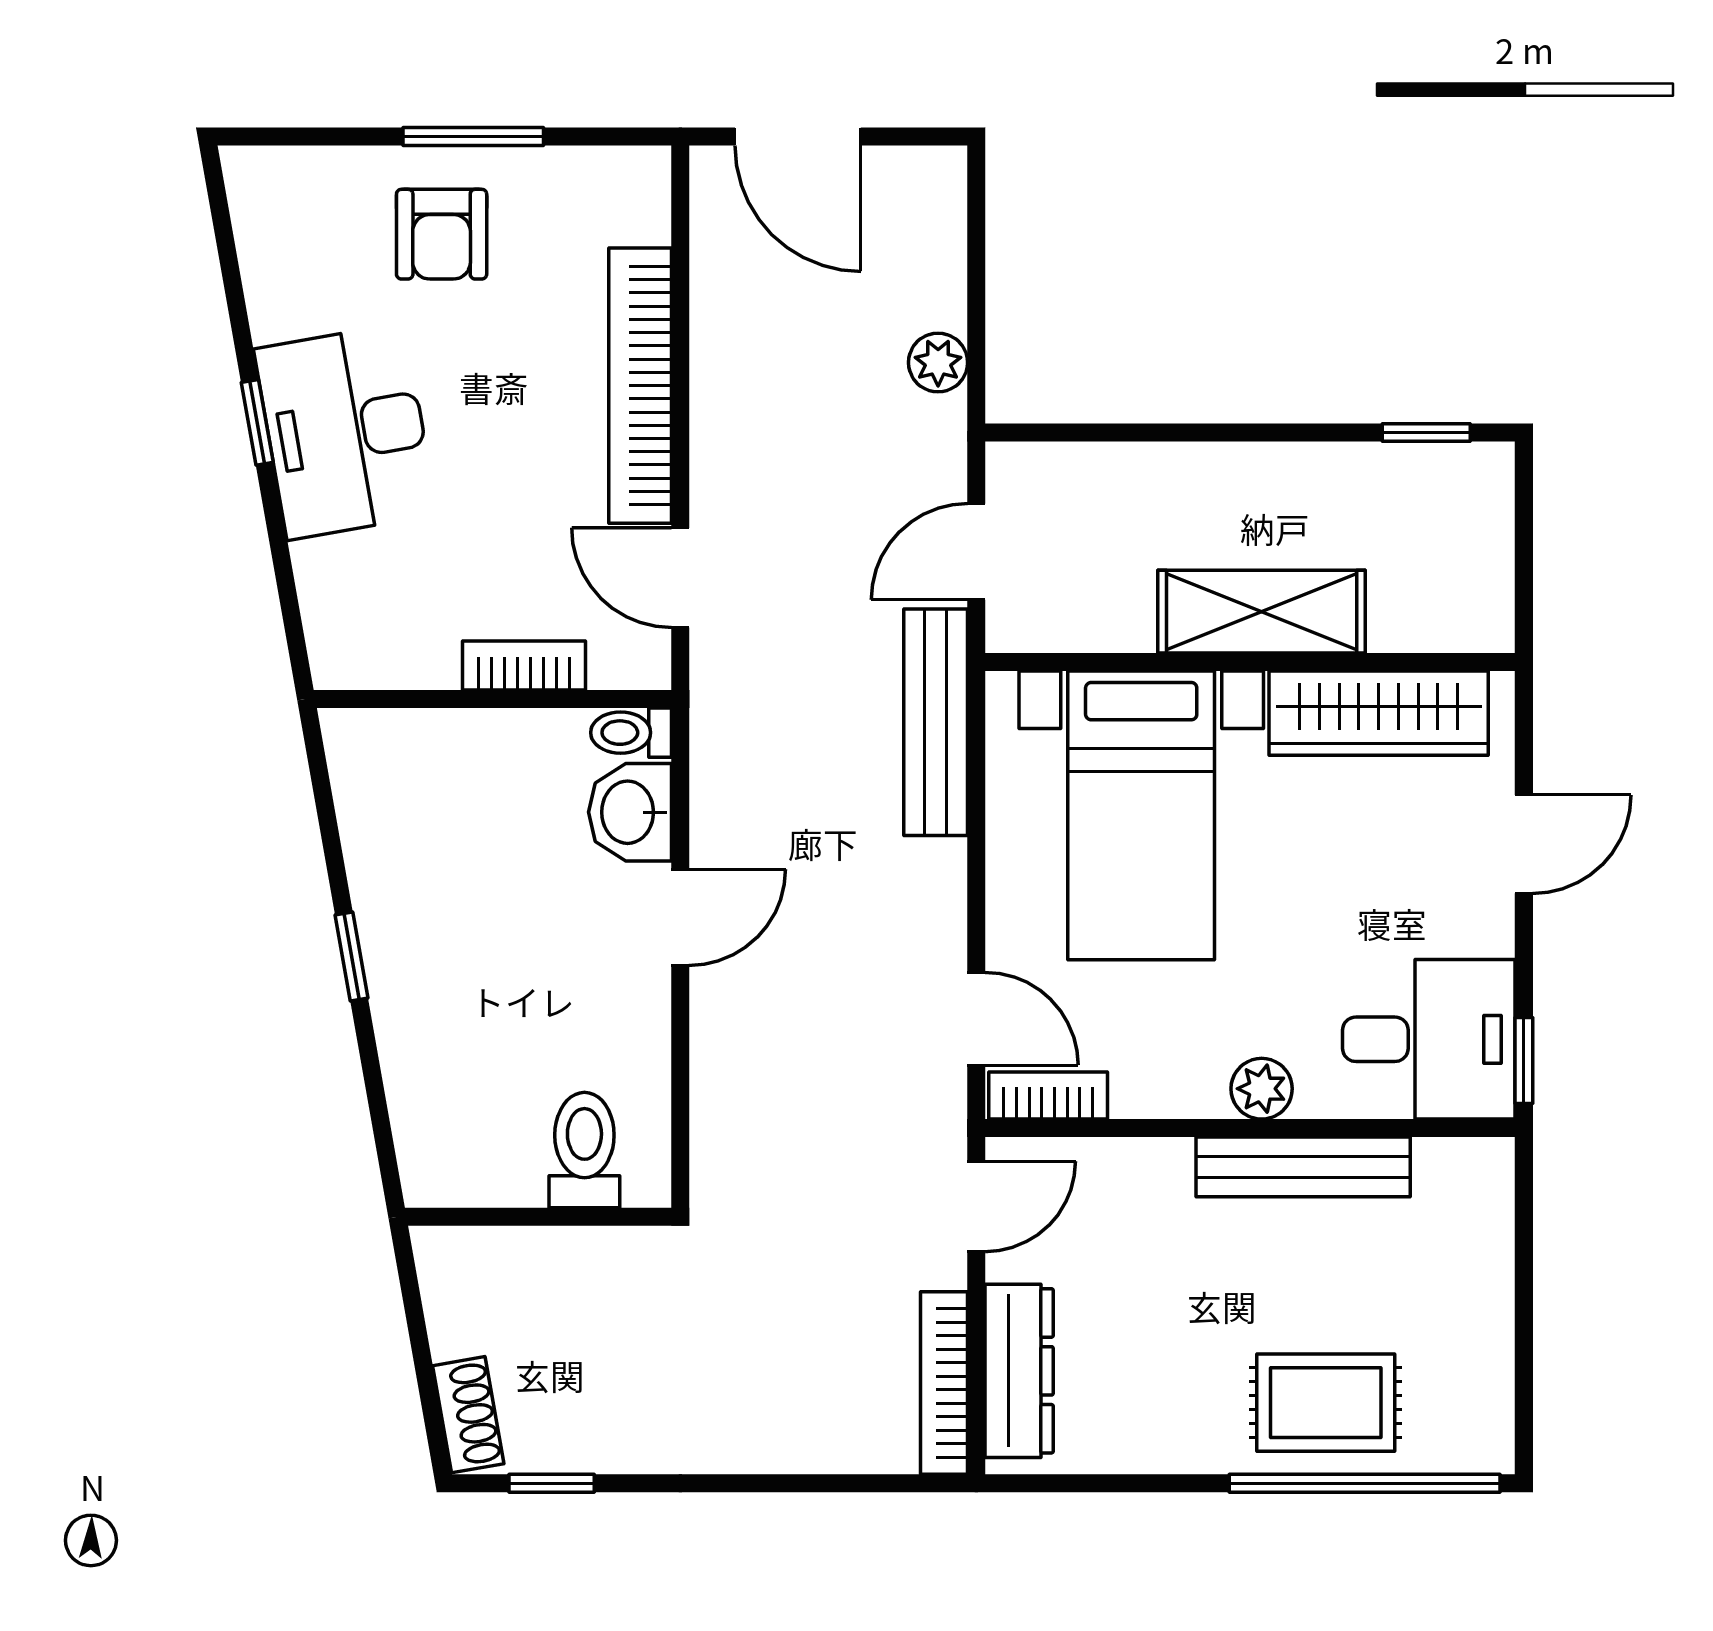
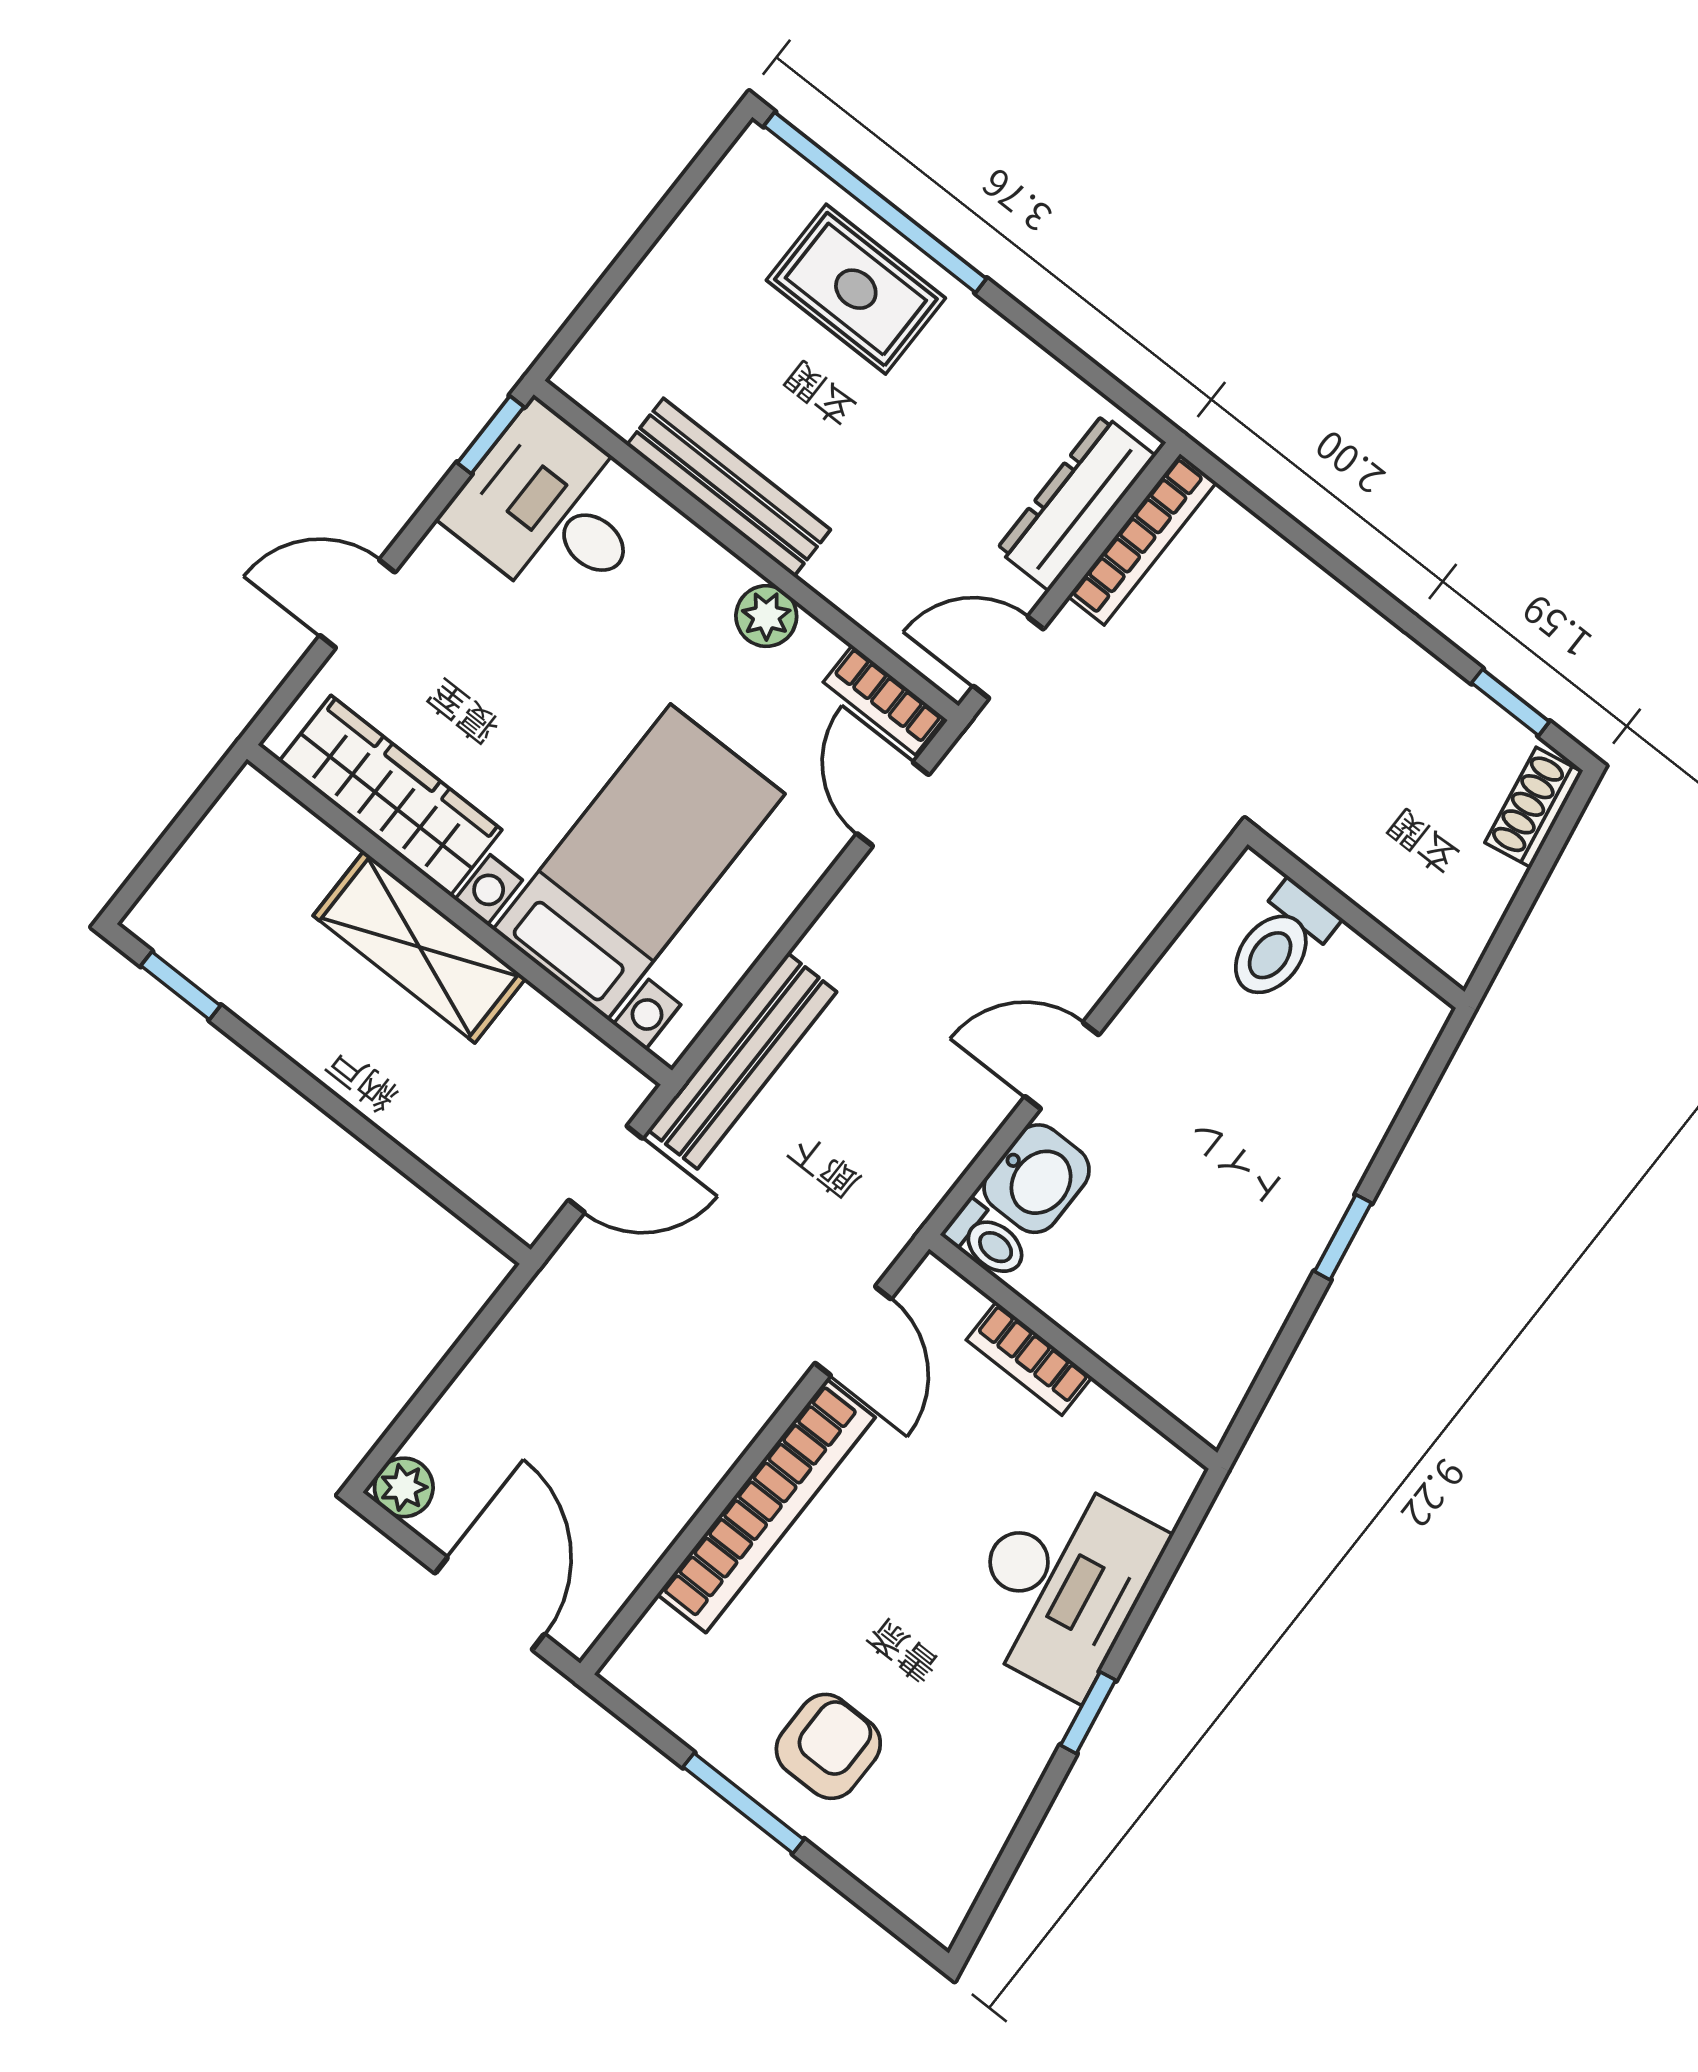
plant: (938, 363) -> (404, 1487), moved
desk: (346, 432) -> (1061, 1584), moved
plant: (1262, 1089) -> (766, 616), moved

